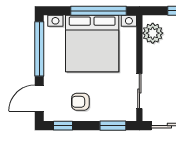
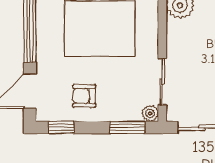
plant: (130, 115) -> (150, 113), added

